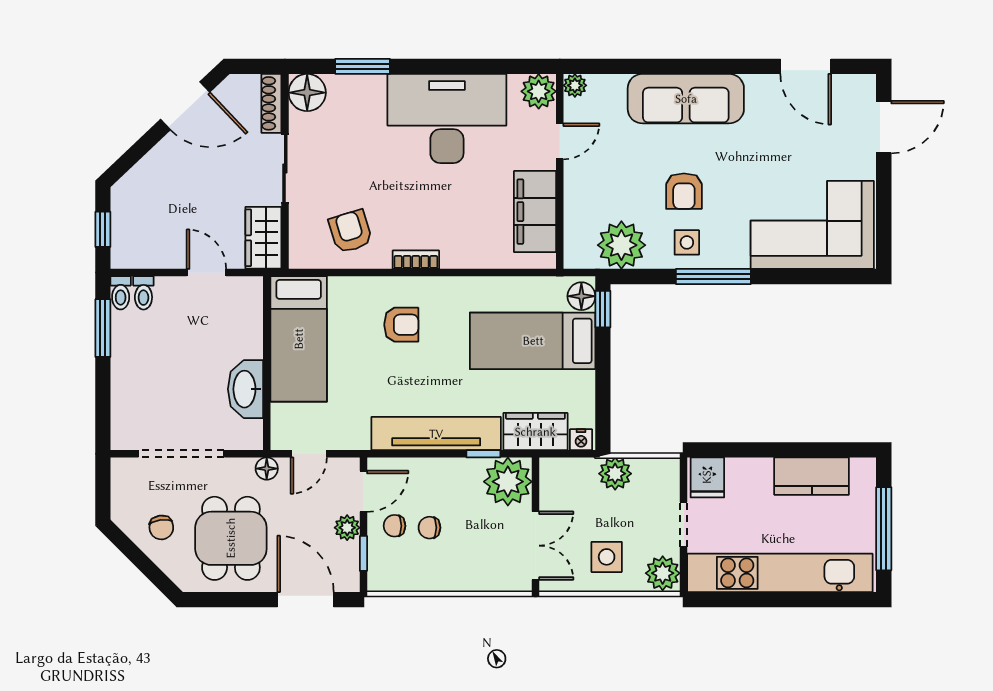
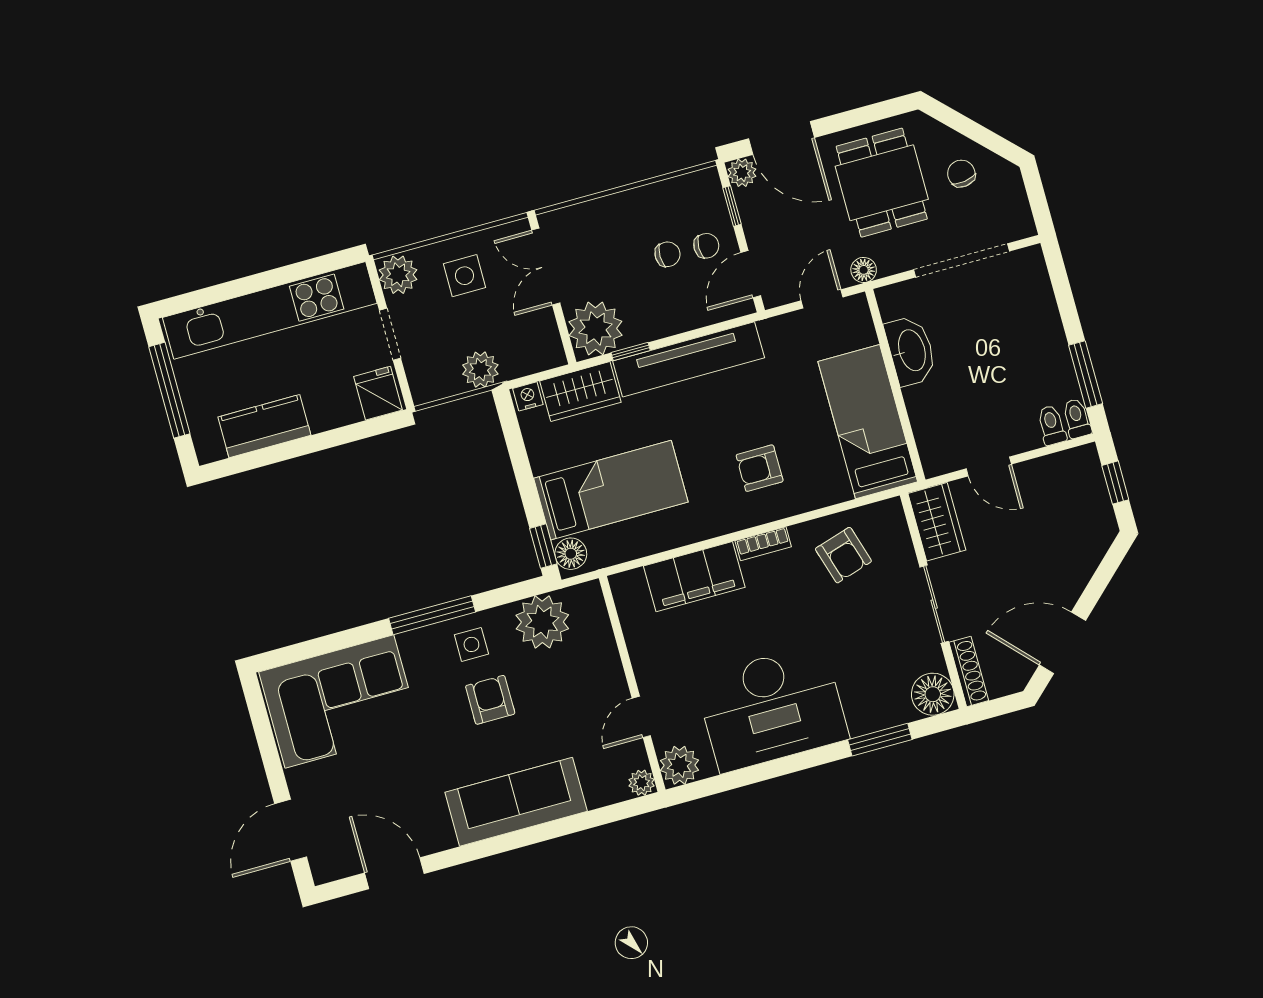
filing cabinet: (535, 212) -> (694, 577), moved, turned 90
plant: (347, 528) -> (742, 173), moved

